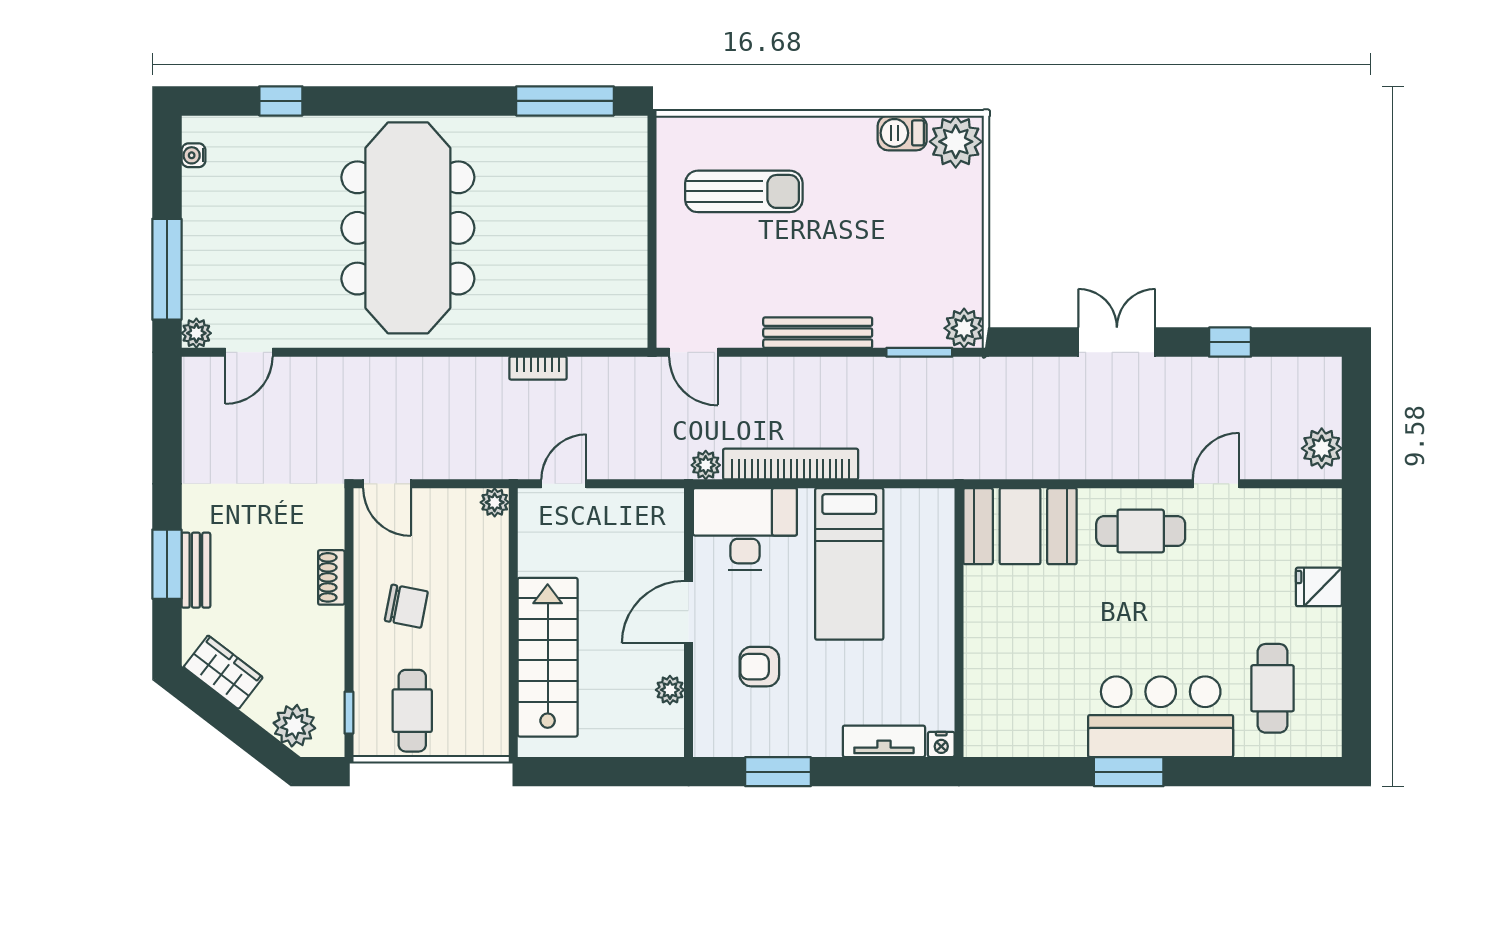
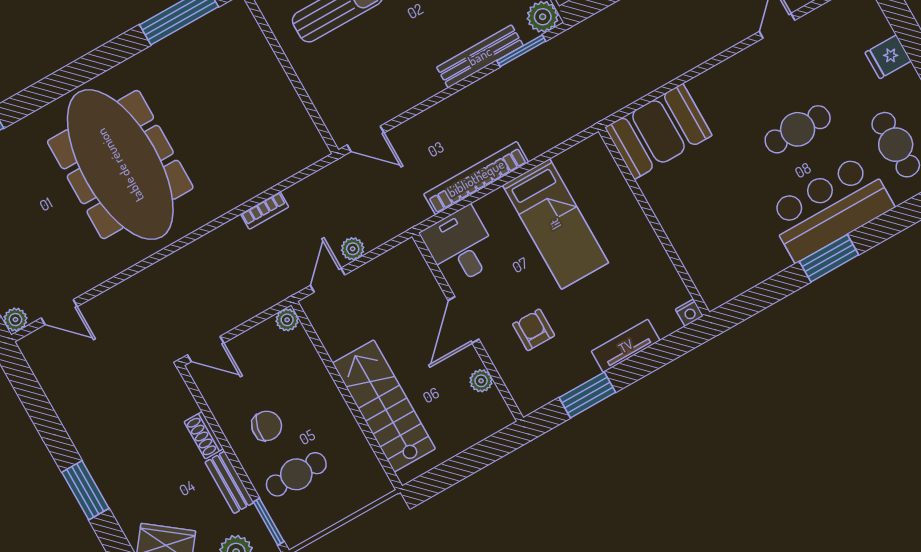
bench: (818, 333) -> (480, 56), moved
door: (249, 352) -> (59, 312), hinge flipped
plant: (706, 465) -> (353, 249), moved
desk: (745, 529) -> (460, 246), width x0.73
cafe table: (1141, 531) -> (798, 129), moved
bench: (196, 570) -> (229, 482), moved
armchair: (759, 667) -> (534, 330), turned 90
cafe table: (412, 711) -> (296, 474), moved, turned 90
window: (349, 713) -> (269, 522), width x1.50
tv unit: (884, 741) -> (626, 346), moved

